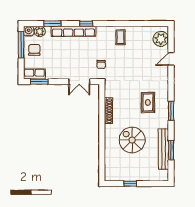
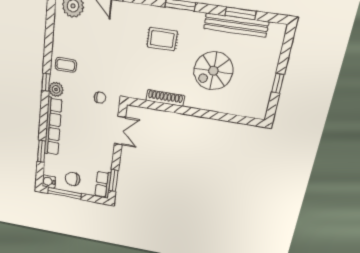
window: (86, 24) -> (46, 82), moved
plant: (40, 31) -> (56, 89), moved

